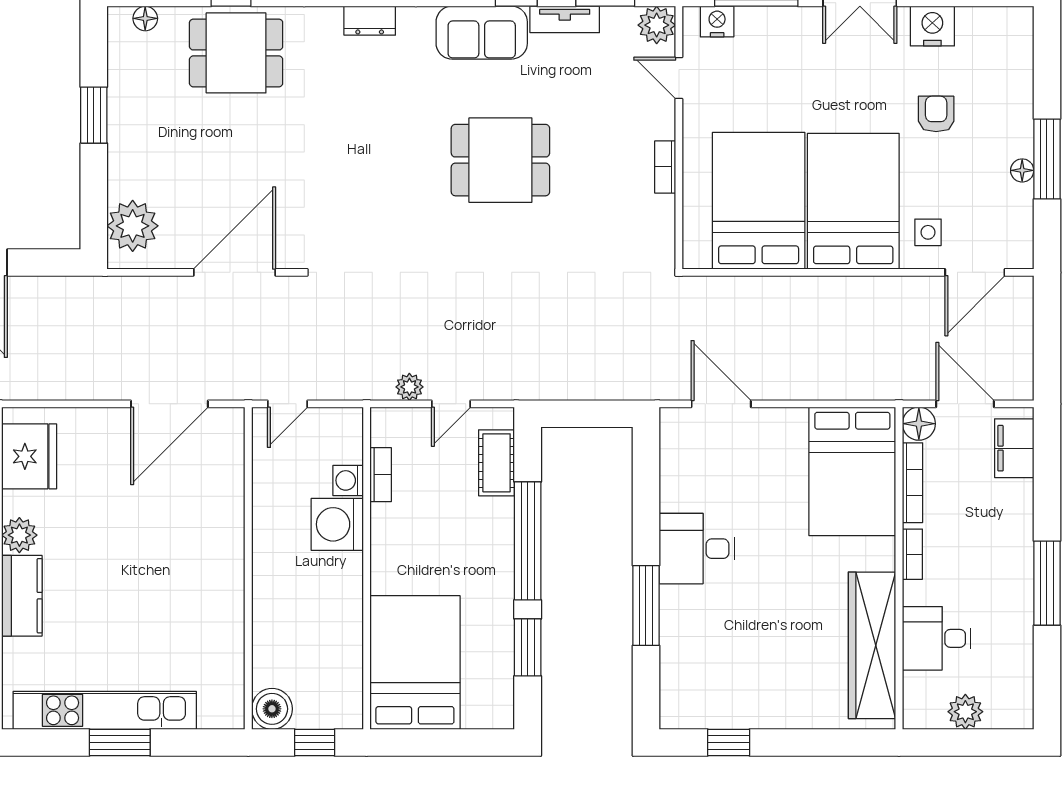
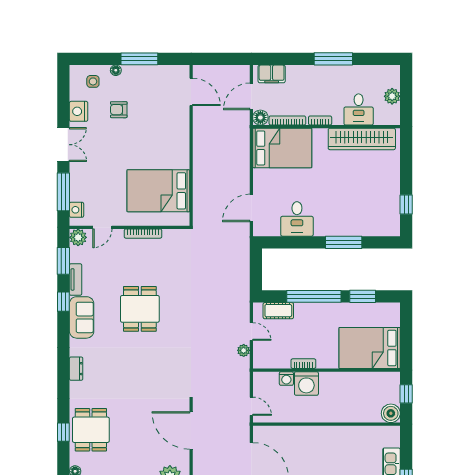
bookcase: (665, 167) -> (143, 234), width x1.56
floor lamp: (1022, 170) -> (116, 70), moved
bed: (853, 201) -> (159, 148), removed
side table: (928, 232) -> (93, 81), moved
bookcase: (381, 475) -> (303, 364), moved
desk: (697, 549) -> (297, 219), moved

